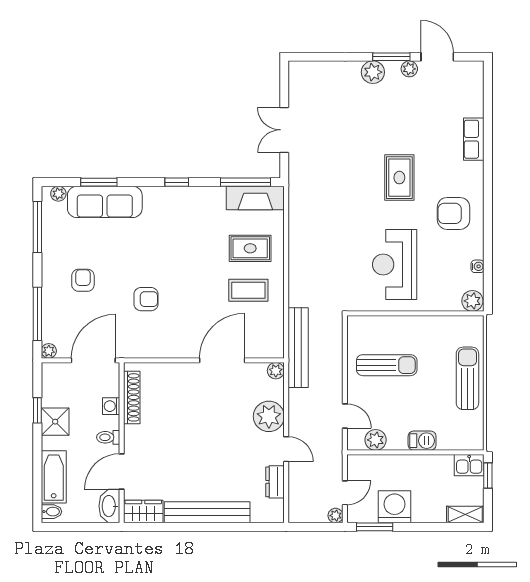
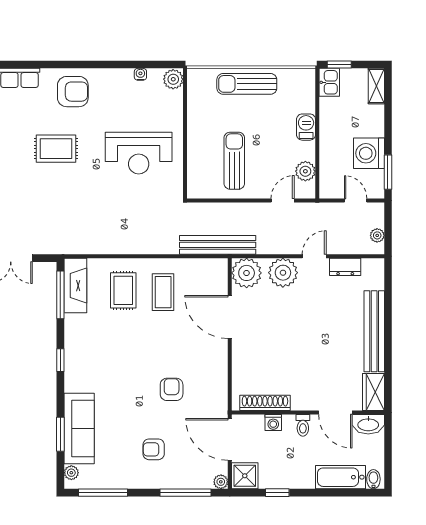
armchair: (454, 213) -> (73, 92), moved, turned -90
plant: (276, 371) -> (247, 273), width x1.87, depth x1.87
shower: (55, 422) -> (245, 476), moved
plant: (336, 516) -> (377, 235), moved

